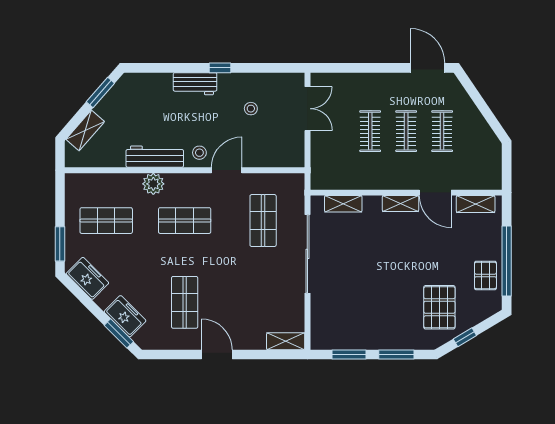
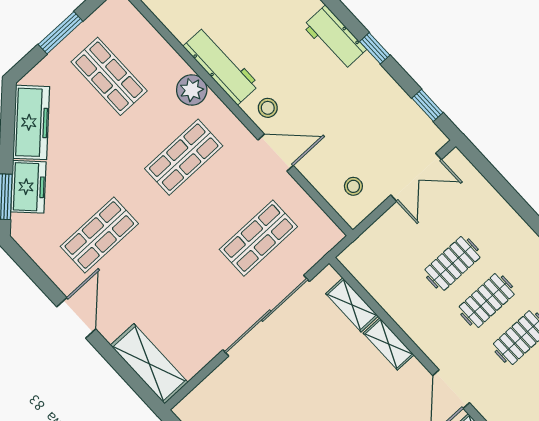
window: (275, 68) -> (427, 105), added
stool: (251, 109) -> (353, 186), moved
shelving: (401, 203) -> (389, 344), moved
shop shelf: (185, 221) -> (184, 157), turned 90
window: (60, 244) -> (60, 33), moved
freezer: (87, 278) -> (31, 122), width x1.40
shelving: (286, 341) -> (149, 364), width x1.50, depth x1.33

